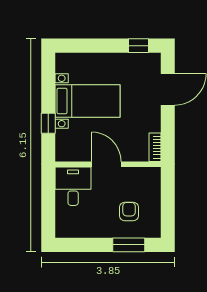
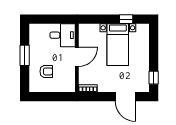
window: (48, 123) -> (126, 19), moved
window: (129, 245) -> (25, 55), moved

